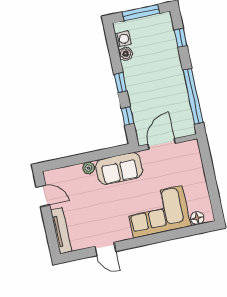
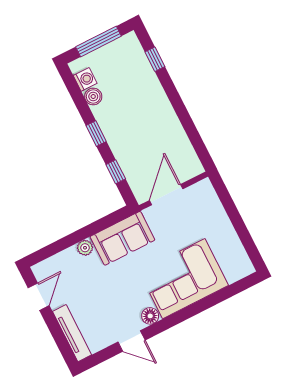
window: (193, 96) -> (189, 126), removed
door: (43, 196) -> (39, 297), hinge flipped
floor lamp: (197, 218) -> (150, 316), moved

